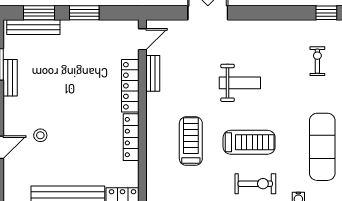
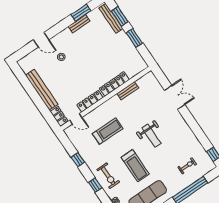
door: (142, 39) -> (76, 119), moved
treadmill: (249, 142) -> (135, 166), moved

